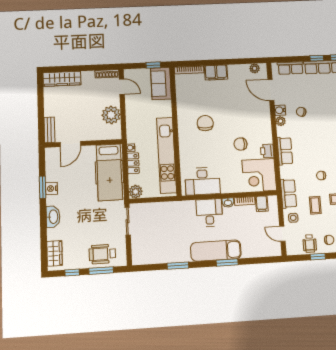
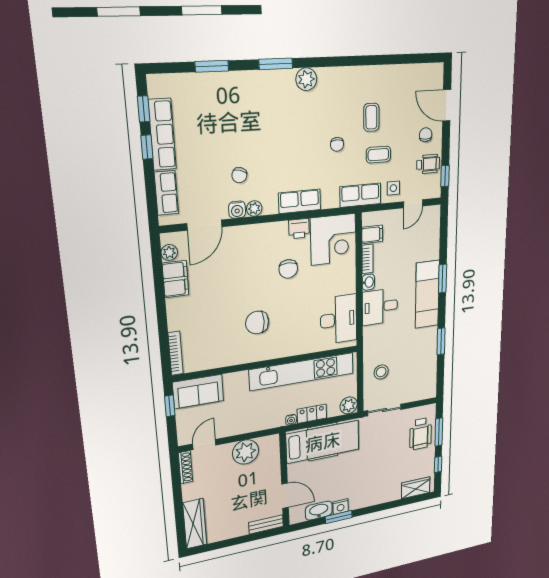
filing cabinet: (216, 72) -> (175, 279), moved
washbasin: (53, 217) -> (319, 511), moved
stool: (159, 217) -> (381, 372), added
window: (318, 257) -> (445, 176), moved

